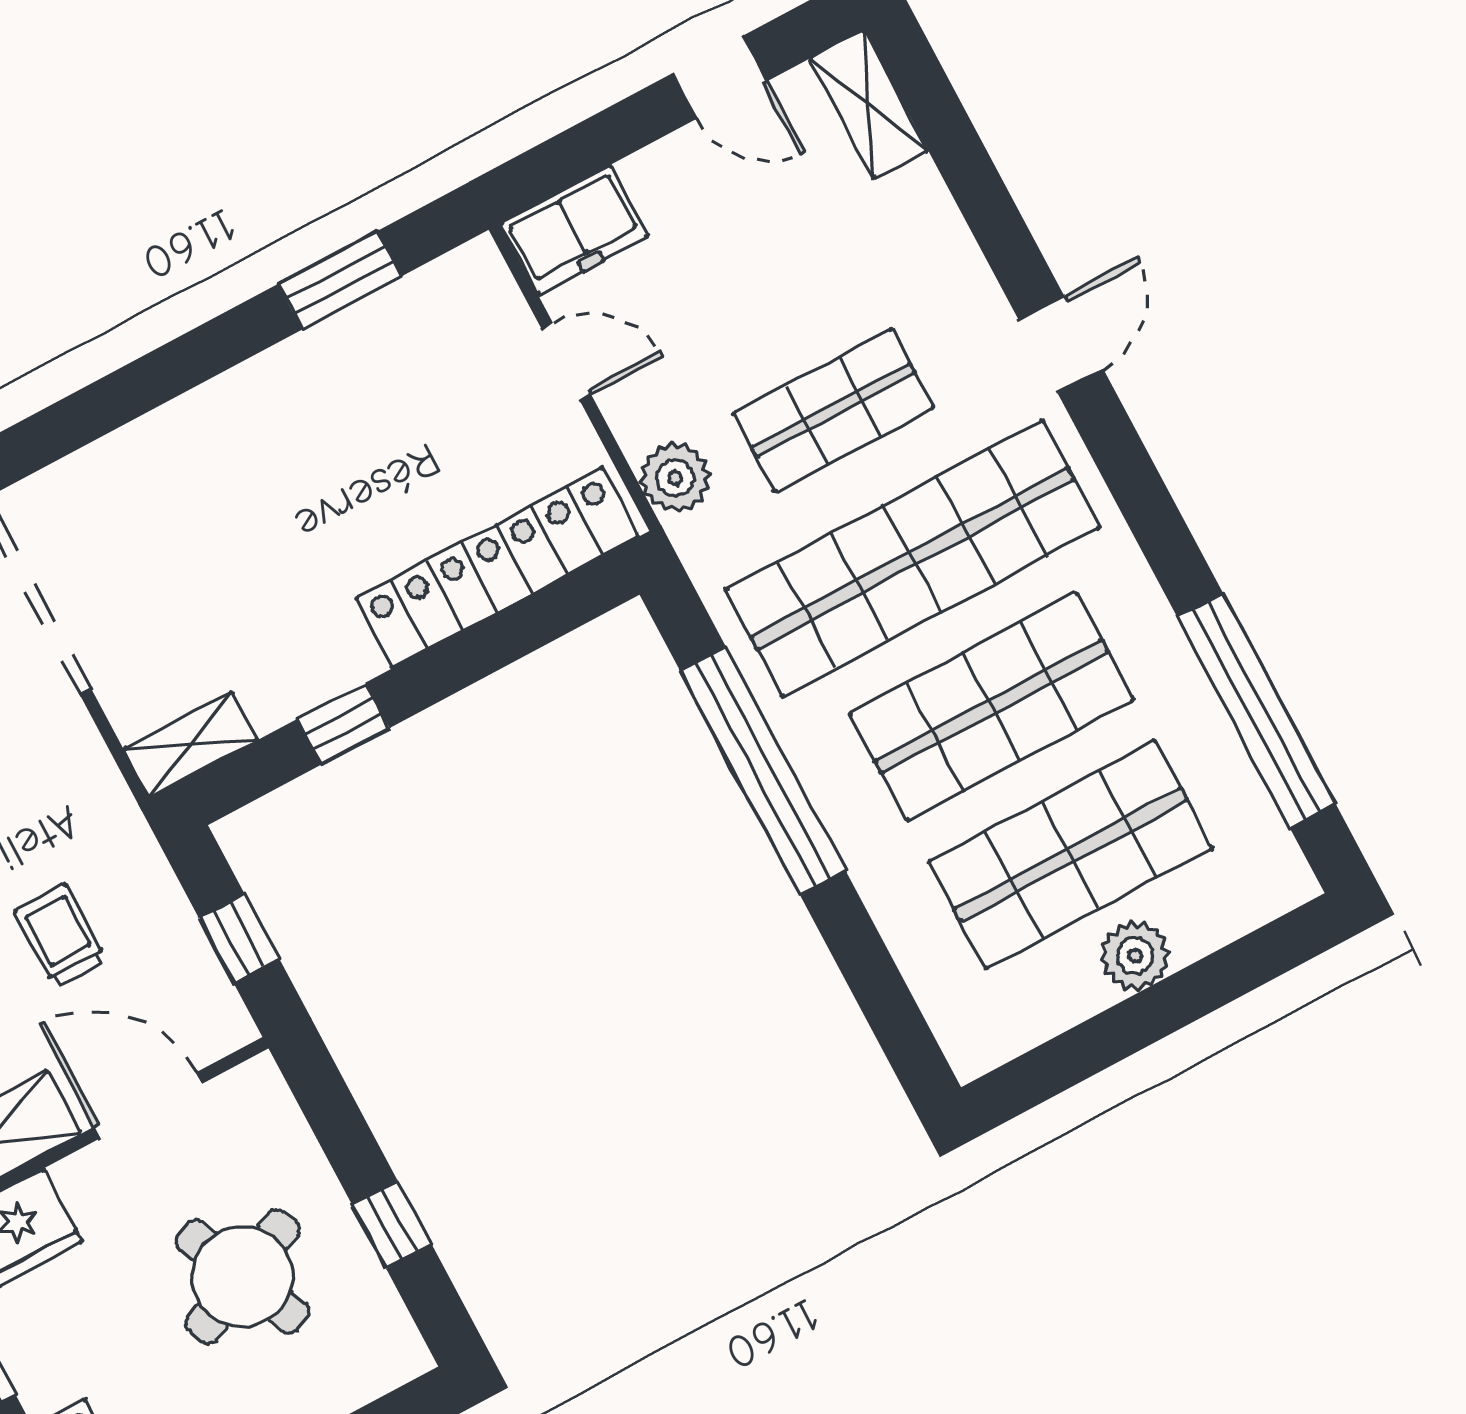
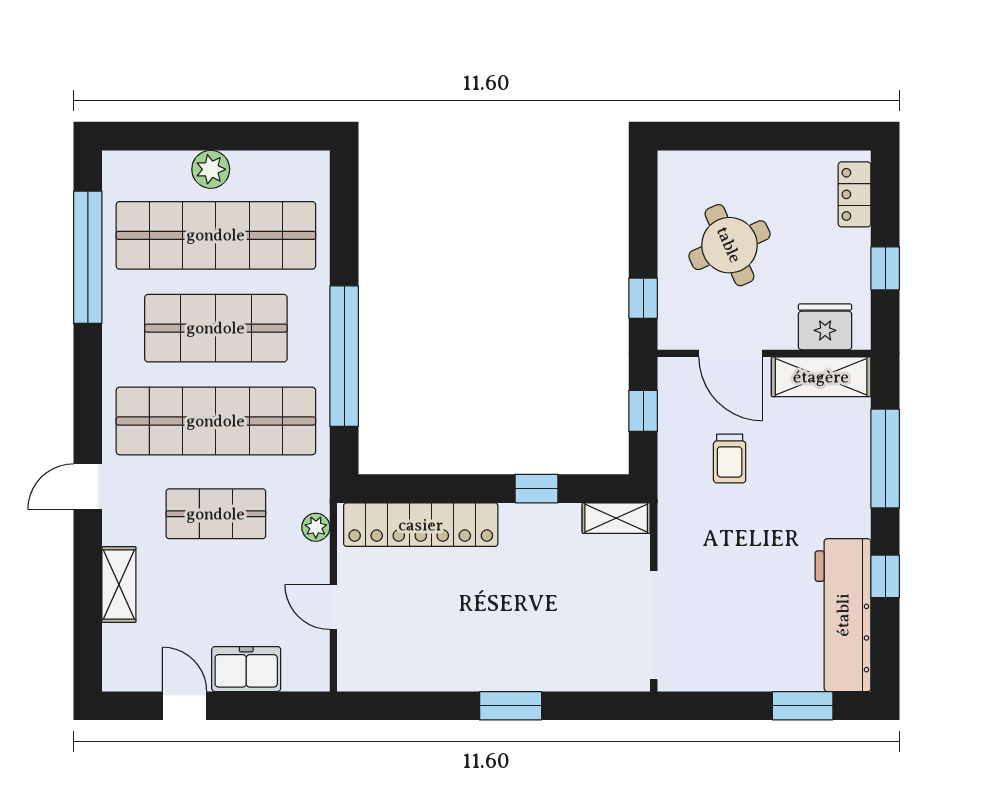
shelving: (869, 104) -> (119, 584), moved
freezer: (574, 230) -> (246, 669), moved
window: (340, 280) -> (511, 706), moved
plant: (675, 478) -> (316, 527), width x0.73, depth x0.73
shop shelf: (1071, 855) -> (216, 235), width x1.40
window: (392, 1225) -> (643, 298), moved

